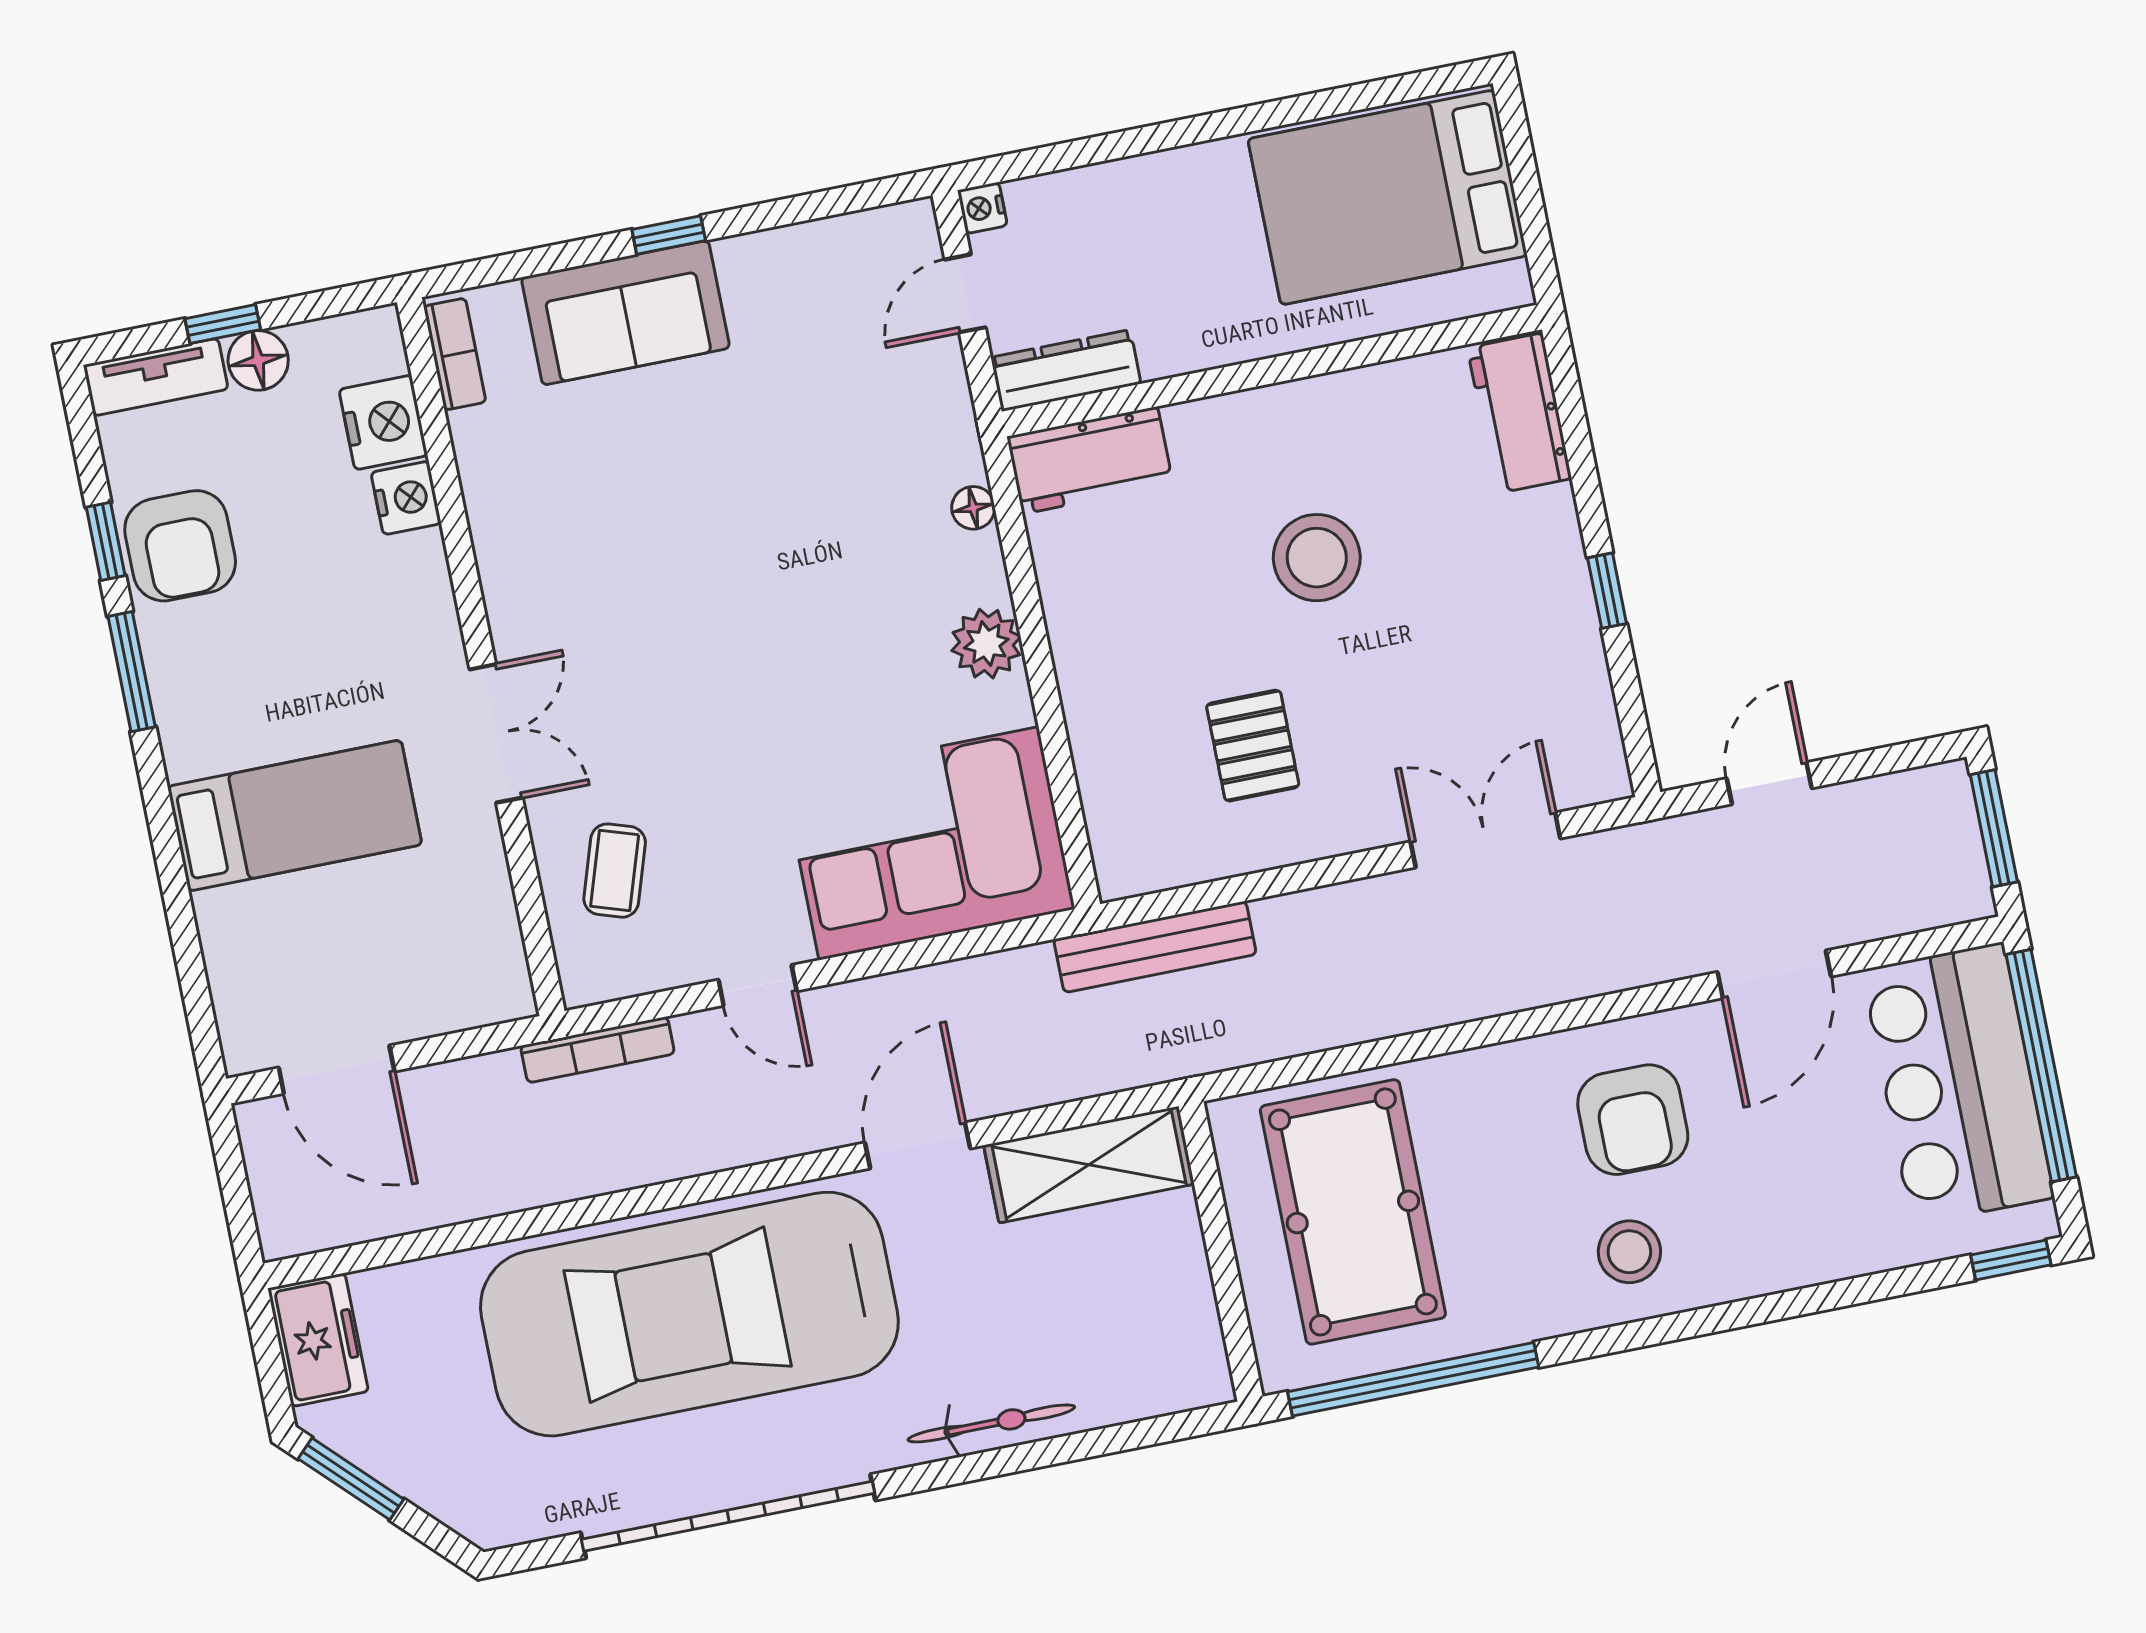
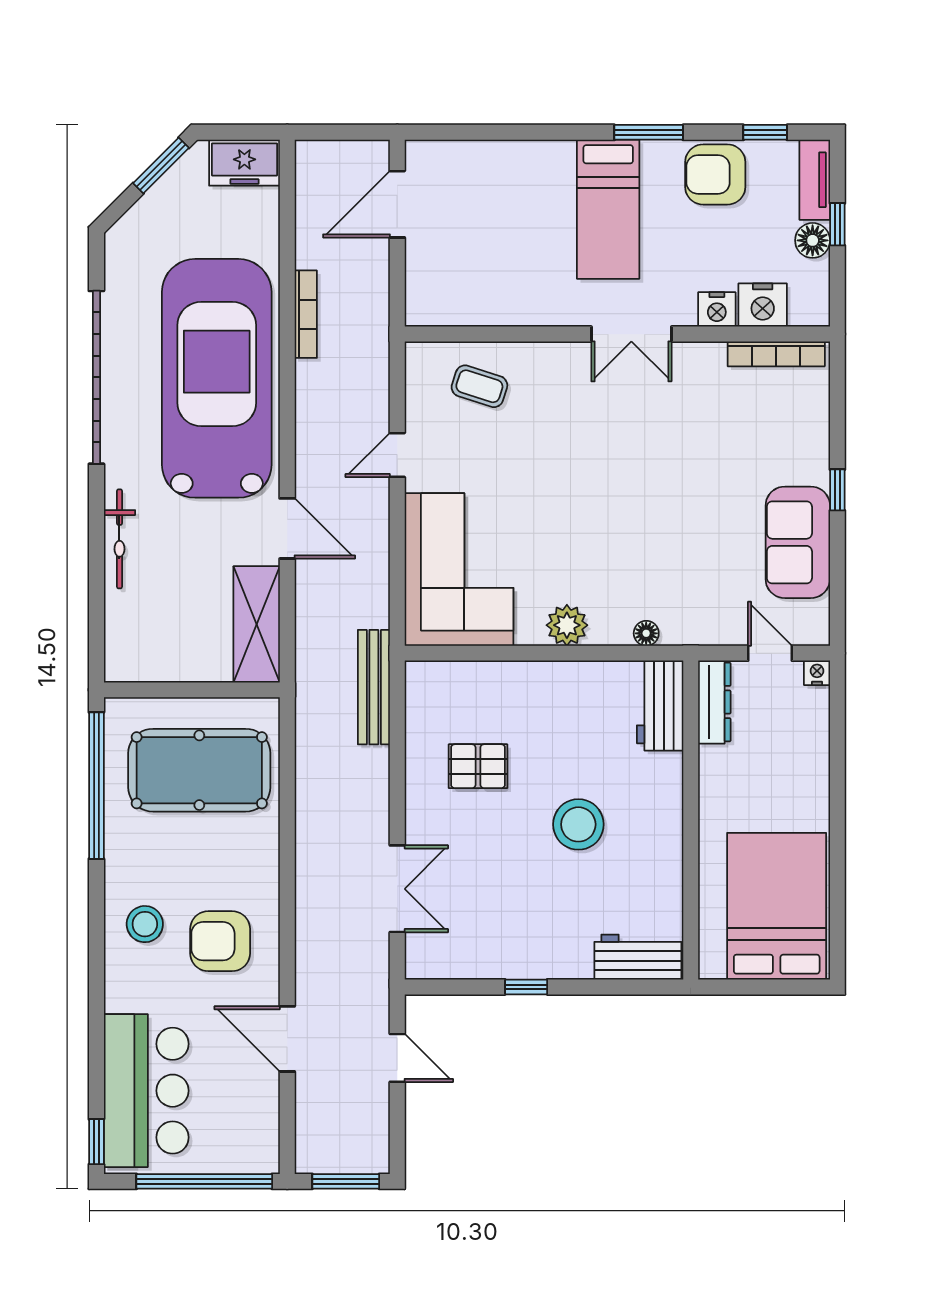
sofa: (626, 313) -> (798, 542), moved
bookcase: (455, 354) -> (776, 354), width x1.56
window: (106, 541) -> (765, 132), moved
double door: (496, 733) -> (631, 334), moved
bed: (295, 816) -> (608, 209), moved
bookcase: (597, 1050) -> (306, 314), moved, turned 180
bar counter: (1958, 1084) -> (146, 1091), moved, turned 90

